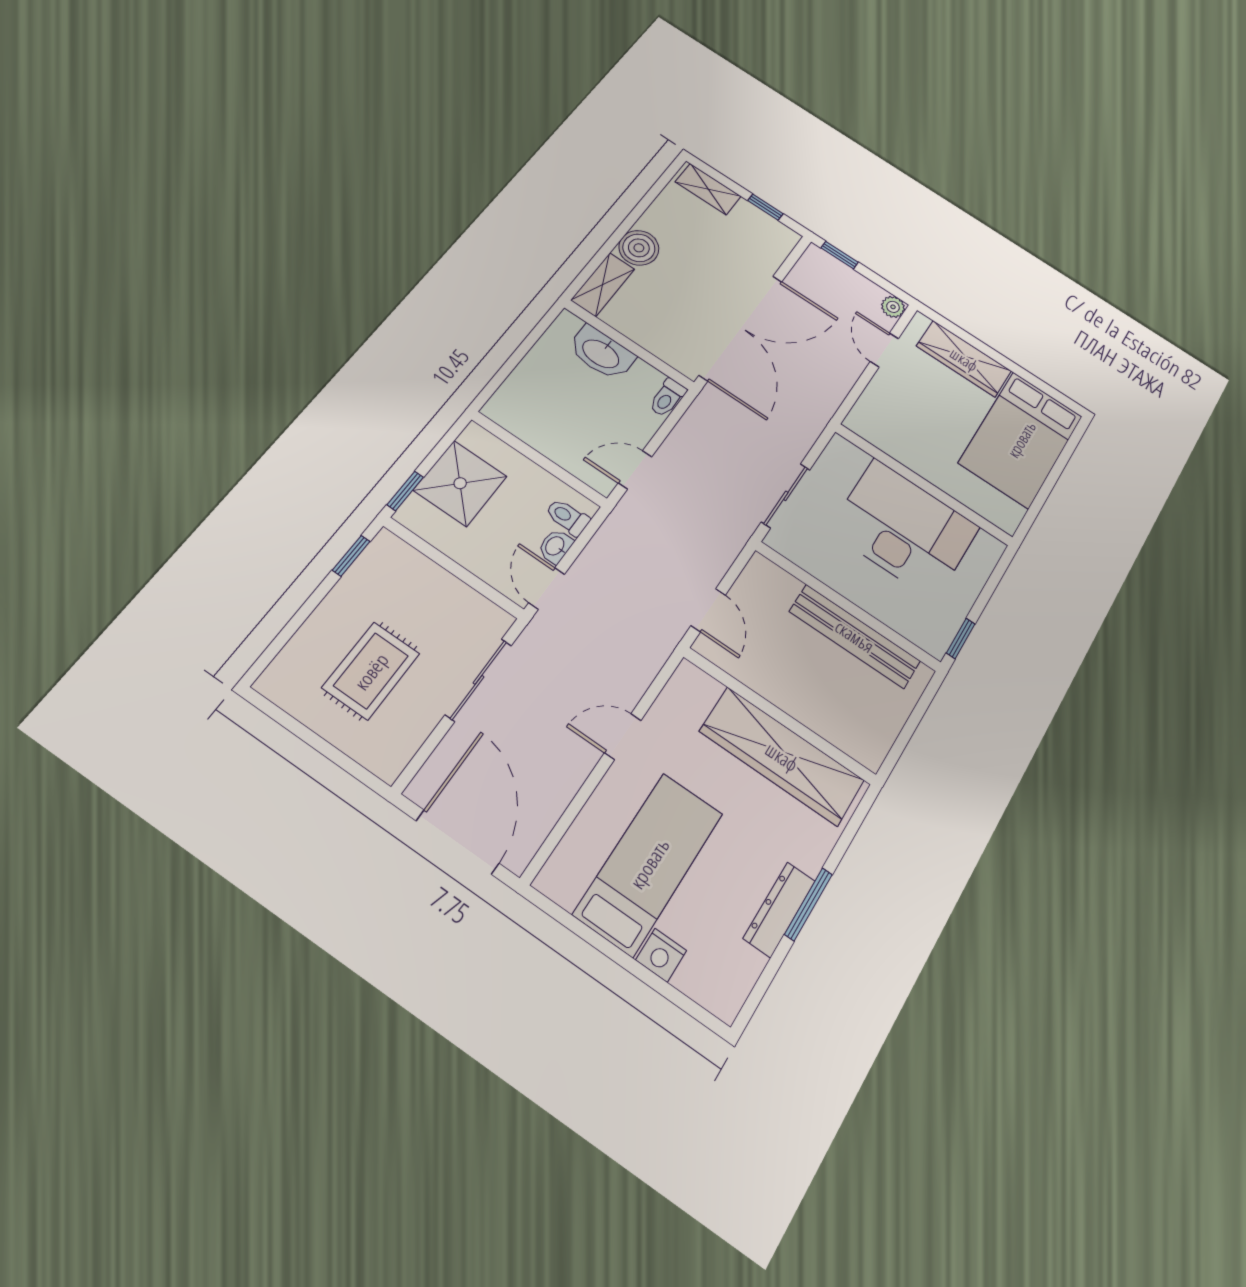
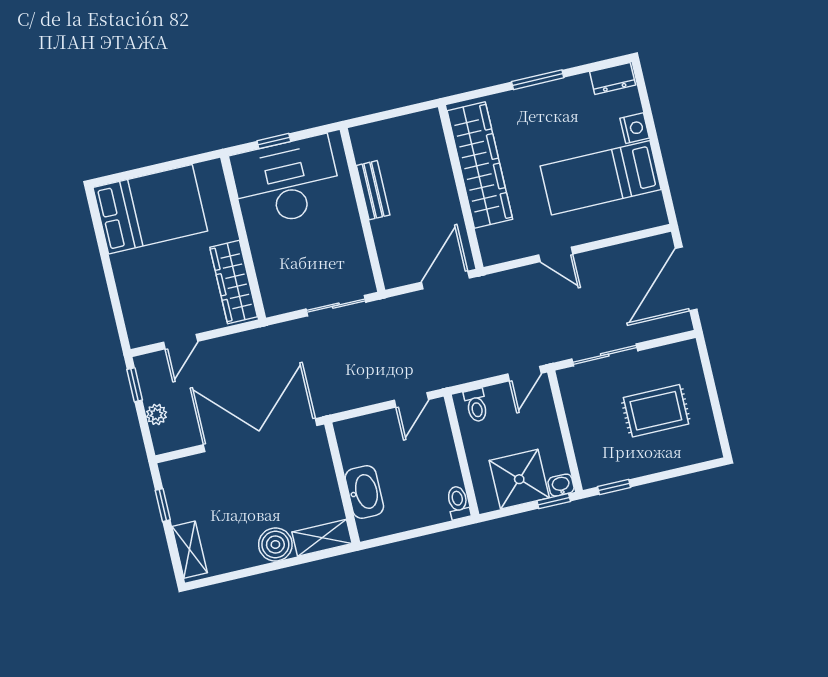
window: (840, 255) -> (135, 385), moved
plant: (893, 307) -> (156, 414), moved
wardrobe: (964, 359) -> (234, 282), moved, turned 180
toilet: (667, 398) -> (458, 503), moved, turned -90
door: (635, 470) -> (411, 400), hinge flipped
desk: (904, 529) -> (286, 181), moved, turned 90
washbasin: (555, 546) -> (561, 485), moved, turned 180
door: (708, 610) -> (445, 280), width x1.38
bench: (855, 636) -> (373, 190), width x0.54, depth x0.82
window: (961, 638) -> (274, 141), moved
dresser: (779, 909) -> (613, 78), moved, width x0.70

